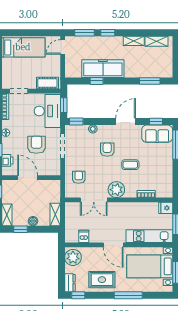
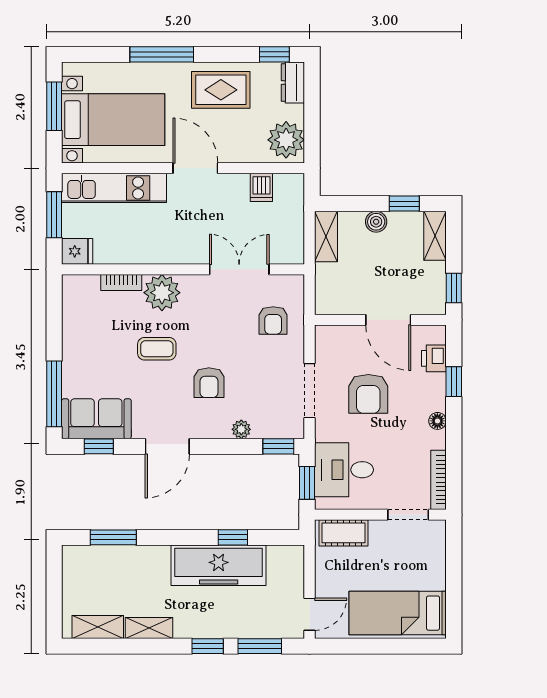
desk: (47, 111) -> (344, 470), width x0.73
plant: (116, 190) -> (162, 293), moved

